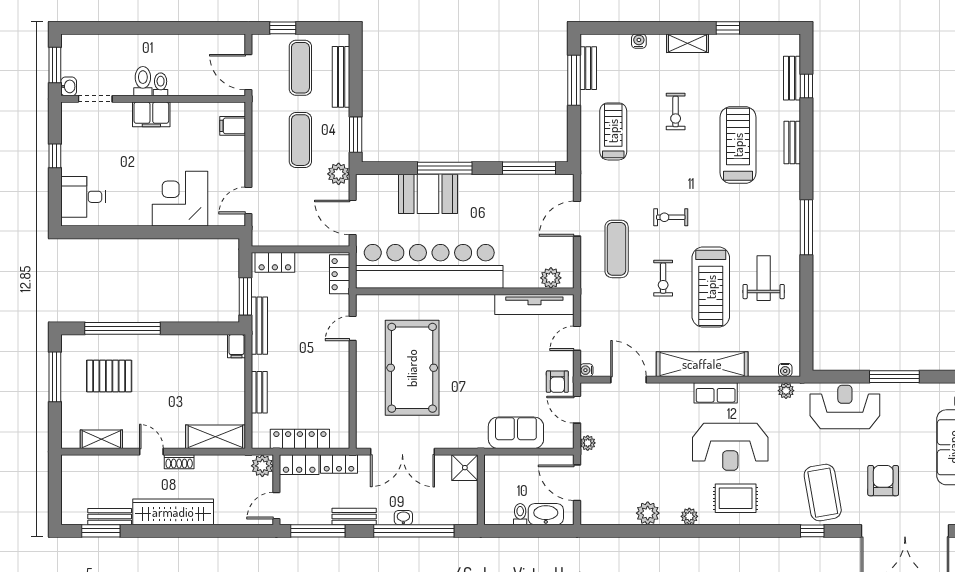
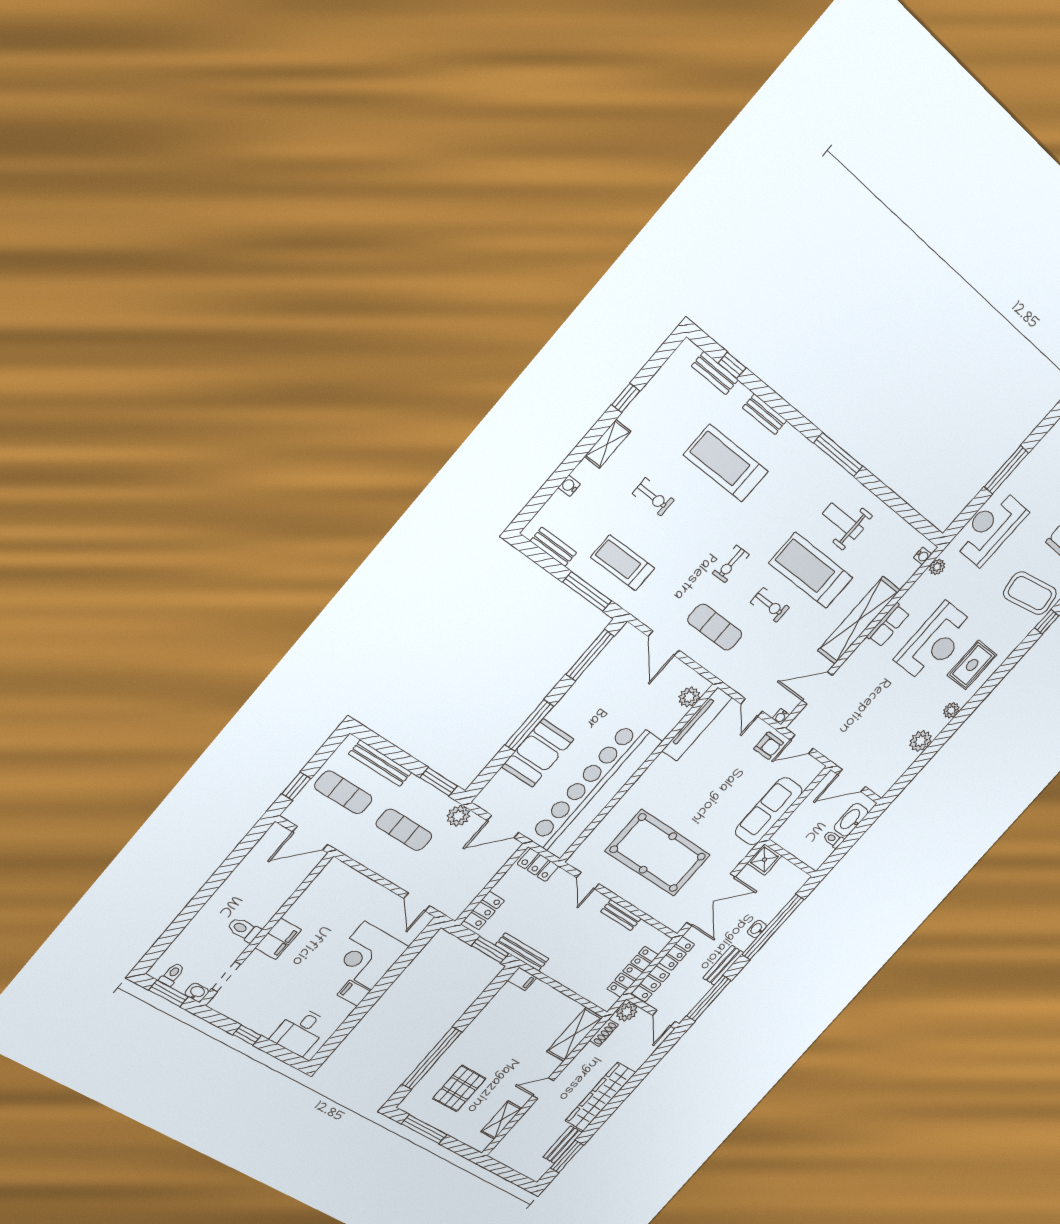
window: (574, 80) -> (587, 592), moved
toilet: (161, 84) -> (172, 975), moved, turned 90
filing cabinet: (233, 126) -> (354, 993), moved, turned 90
treadmill: (711, 287) -> (811, 570), turned 180
bench: (259, 392) -> (621, 915), moved
sofa: (516, 433) -> (769, 811), width x1.36
plant: (588, 443) -> (832, 753), removed
shoe rack: (179, 462) -> (604, 1033), moved

